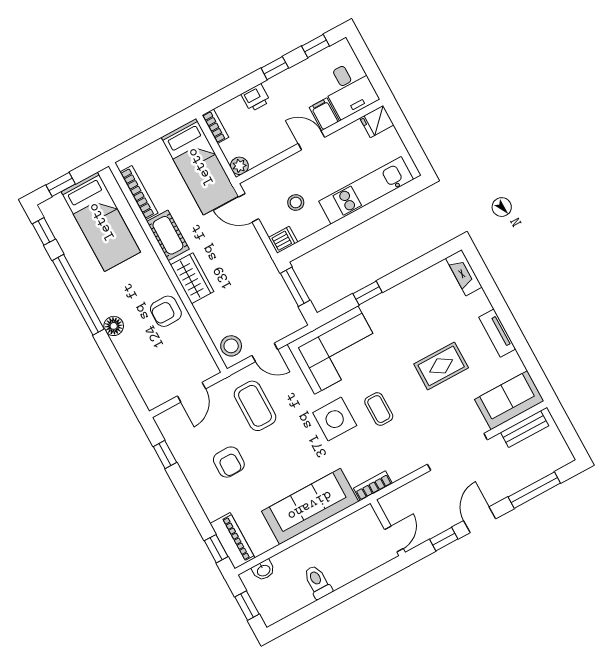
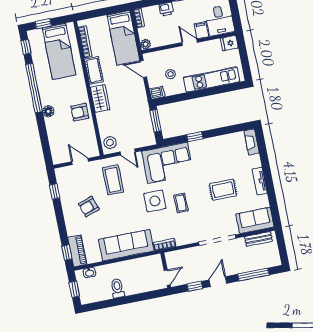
door: (191, 392) -> (80, 161), swing flipped
armchair: (229, 462) -> (89, 207), turned 71

